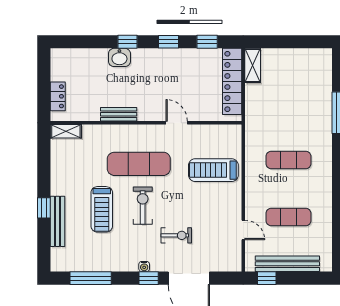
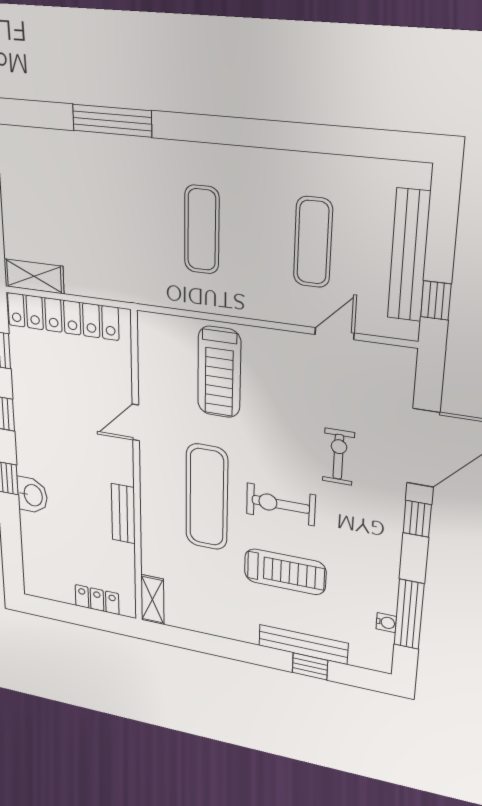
window: (44, 208) -> (310, 666), moved
water cooler: (144, 266) -> (386, 623), moved

